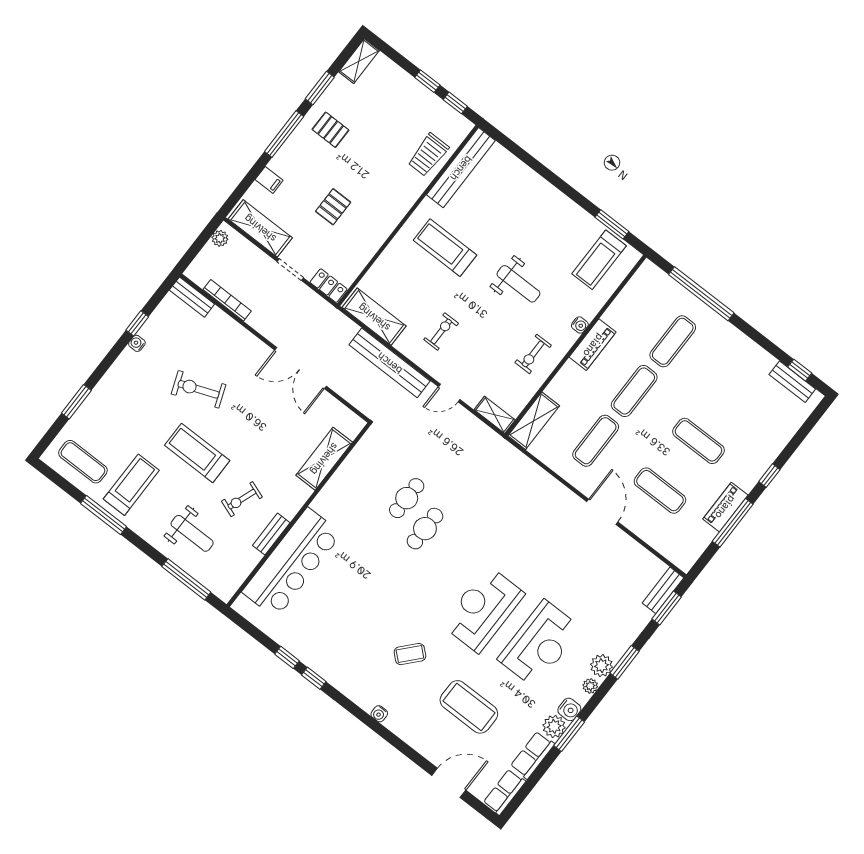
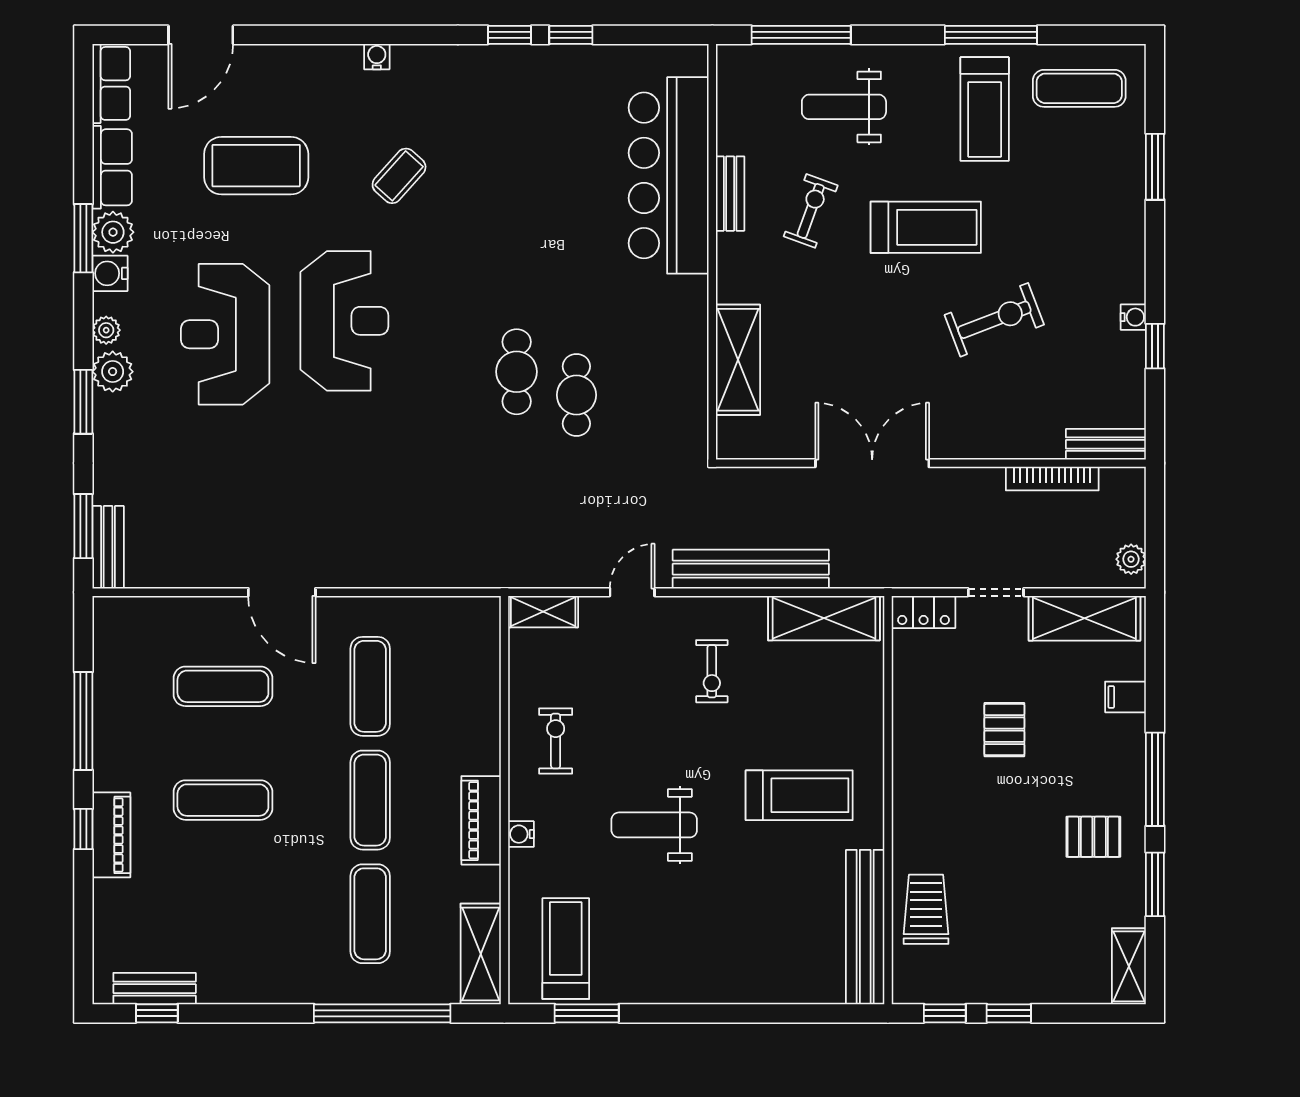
shelving: (534, 421) -> (481, 954), moved
piano: (725, 507) -> (111, 835), moved

